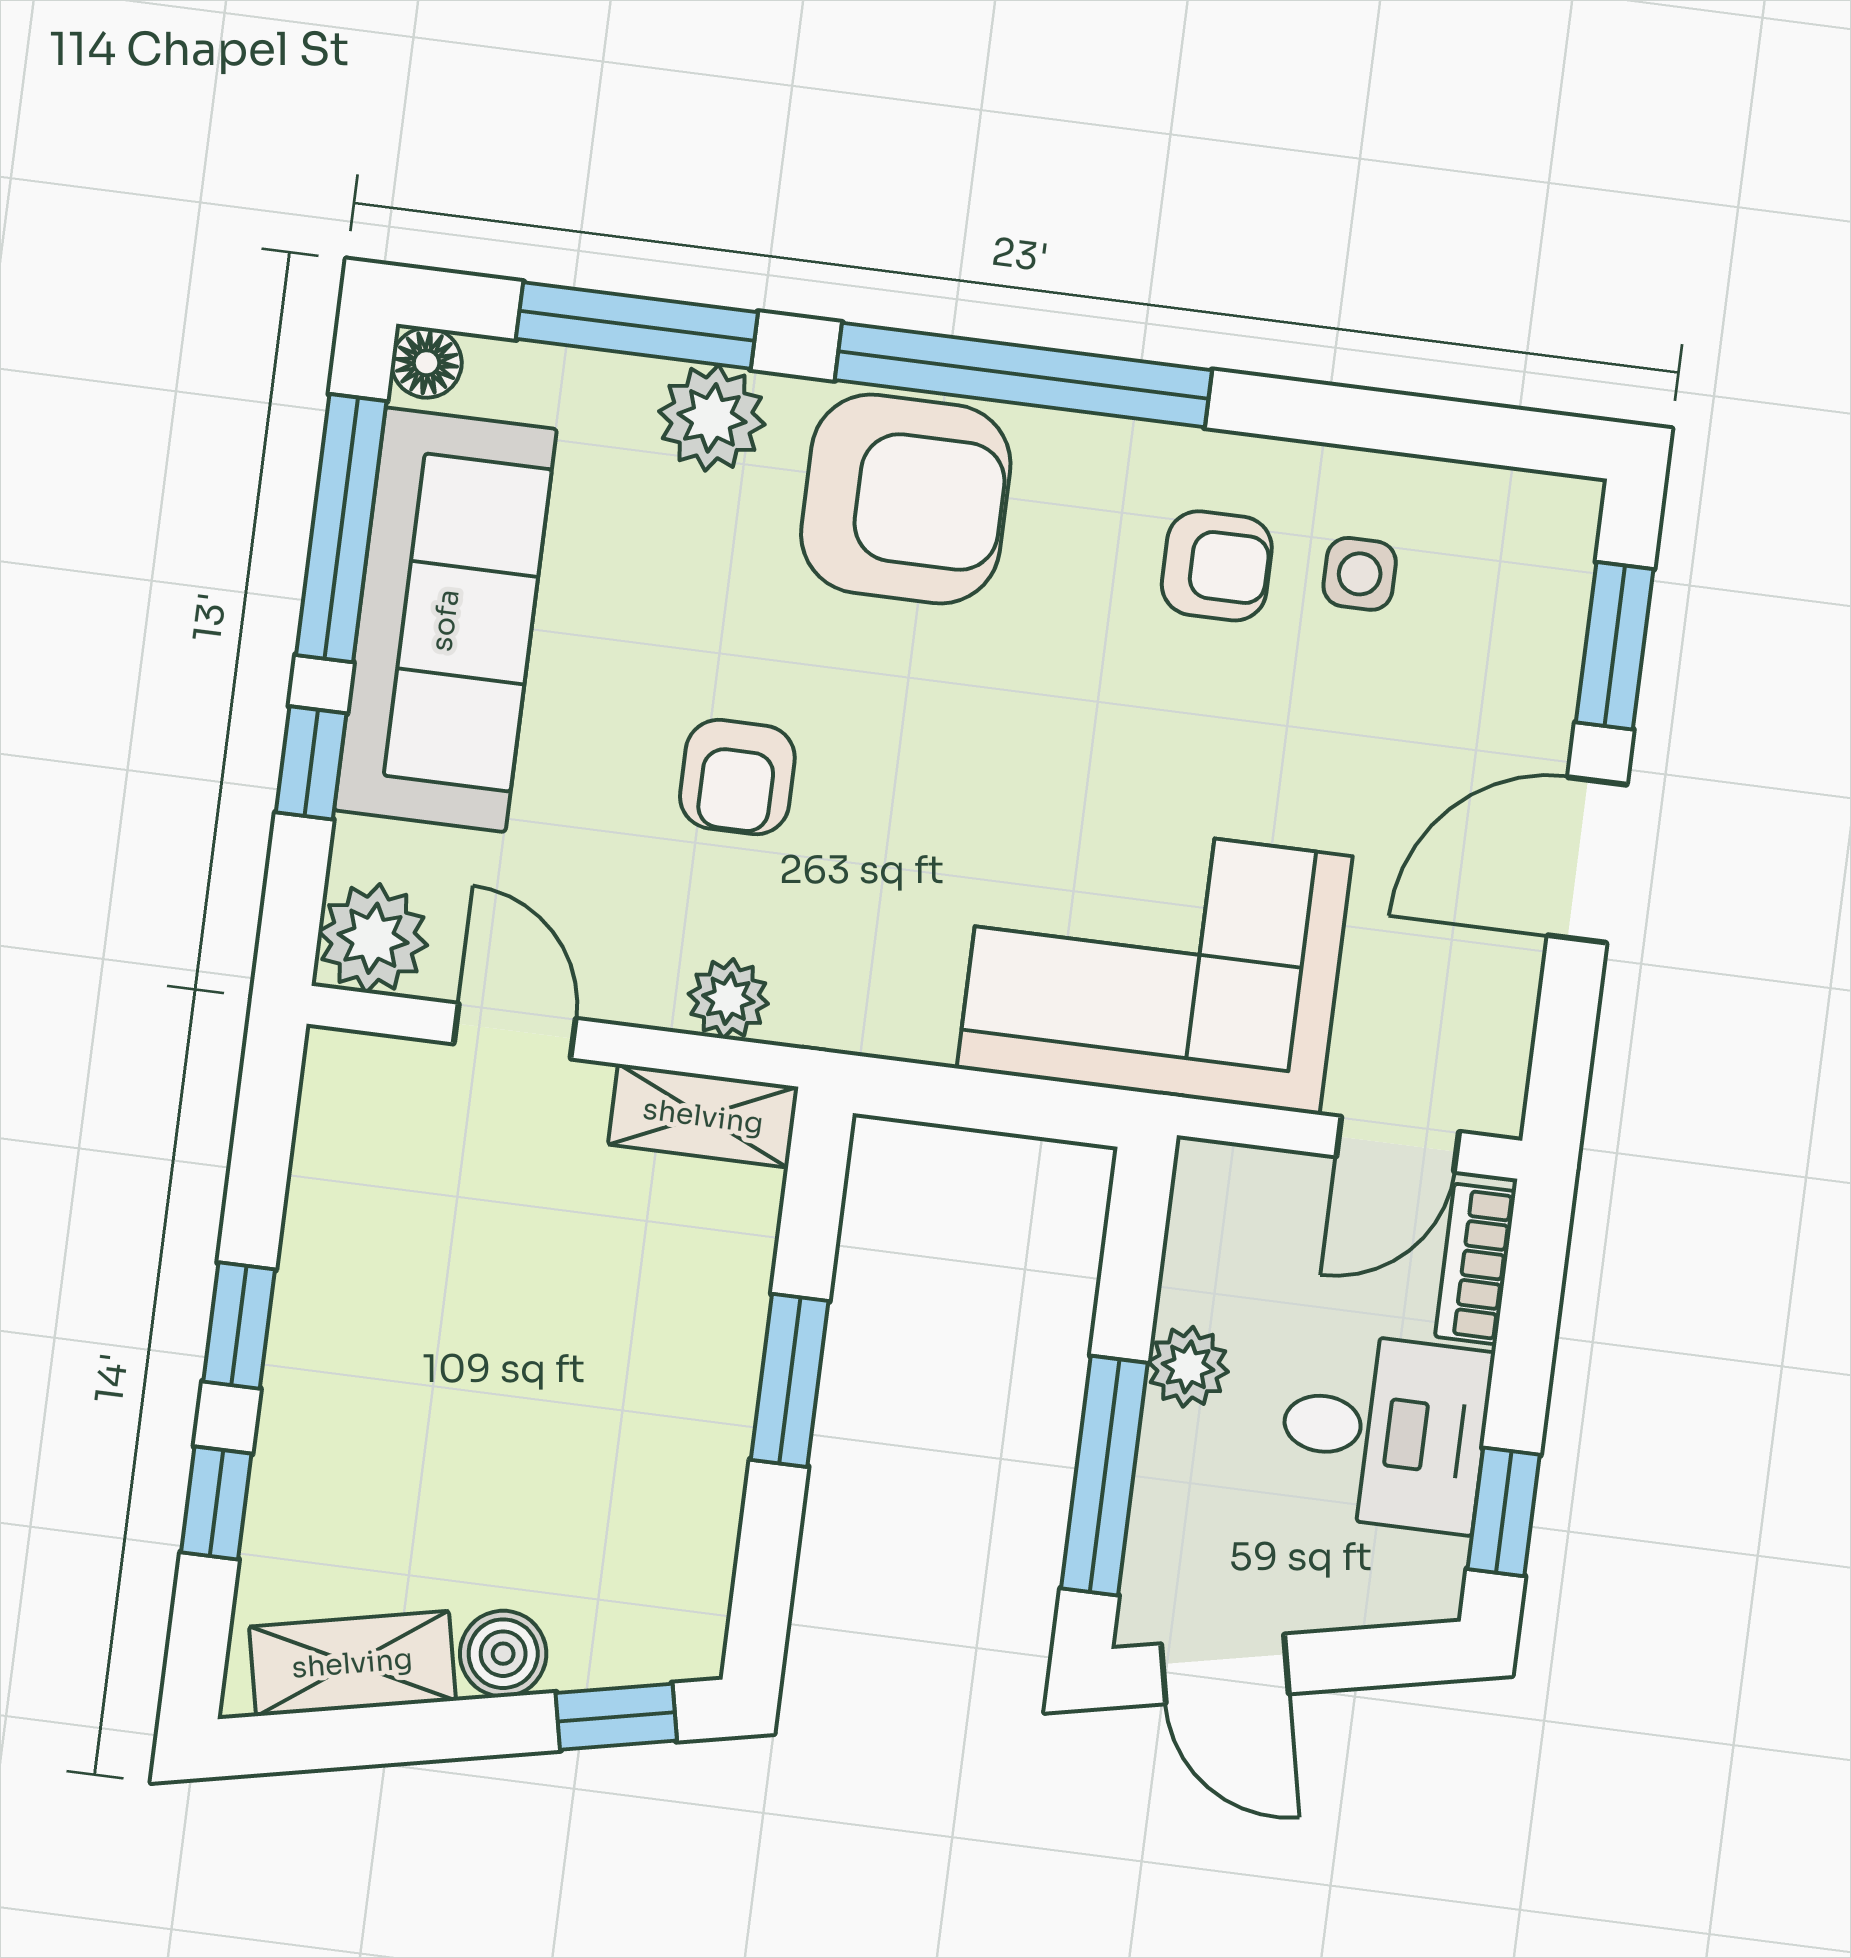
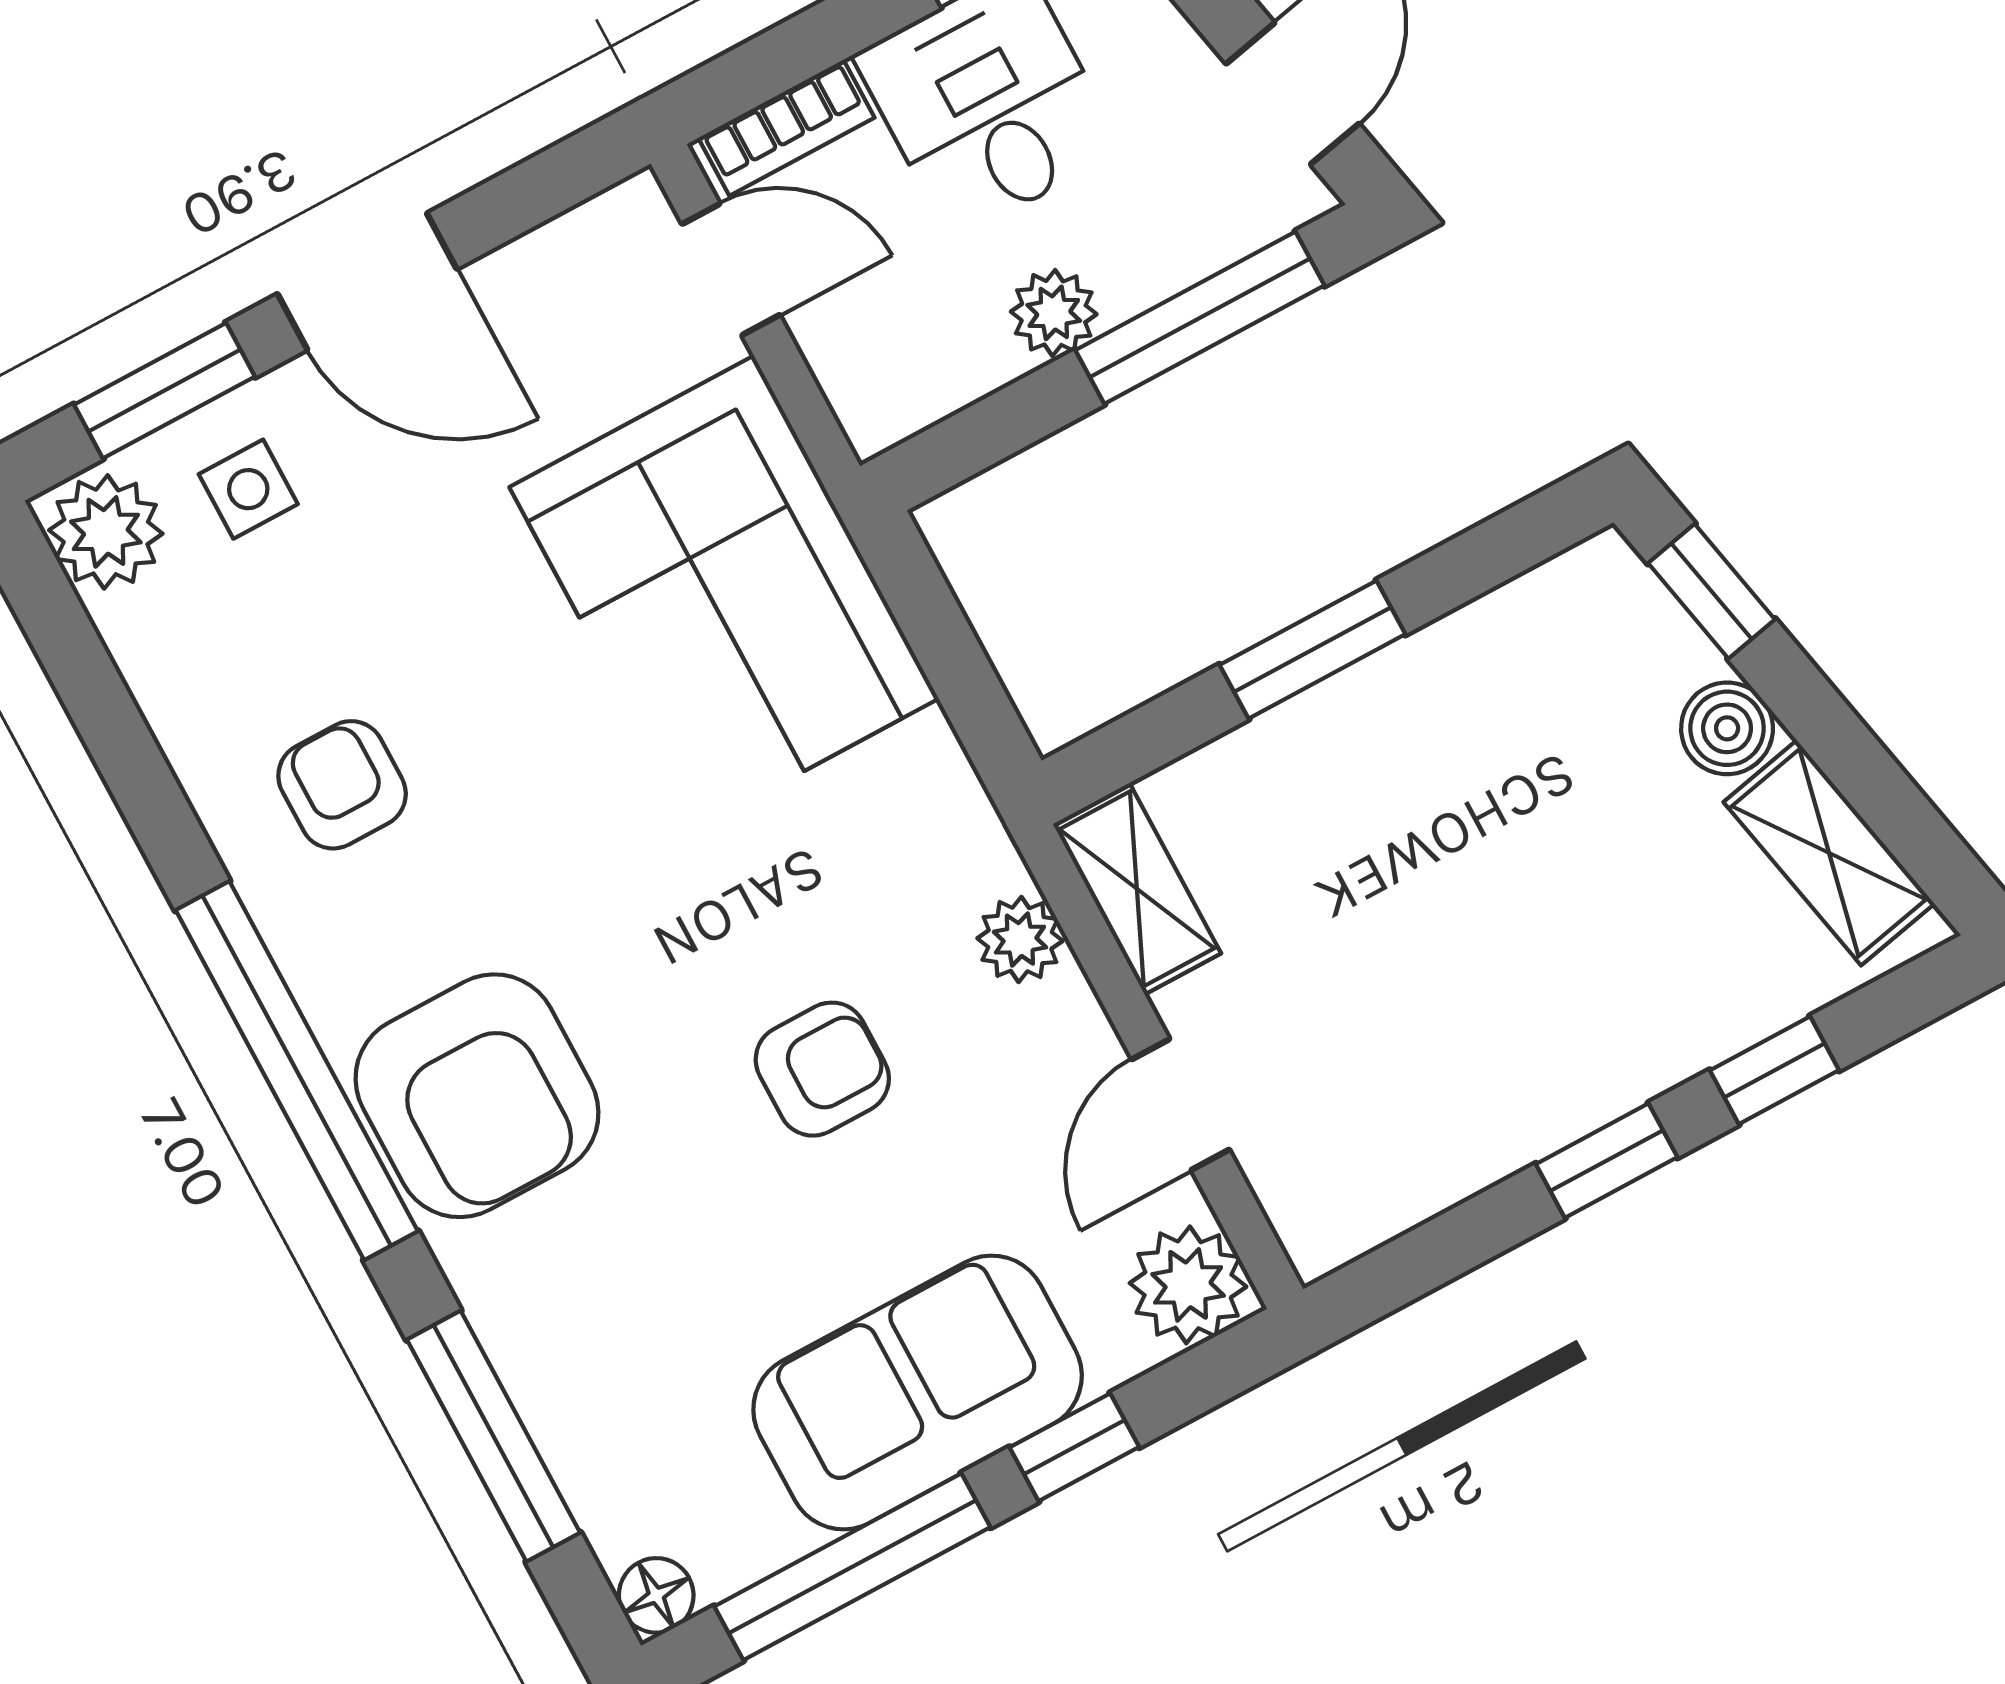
plant: (712, 418) -> (106, 532), moved
armchair: (906, 499) -> (477, 1096), turned 180
side table: (1360, 574) -> (248, 489), moved
sofa: (445, 620) -> (918, 1392), width x0.73

